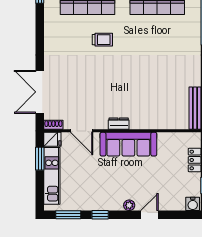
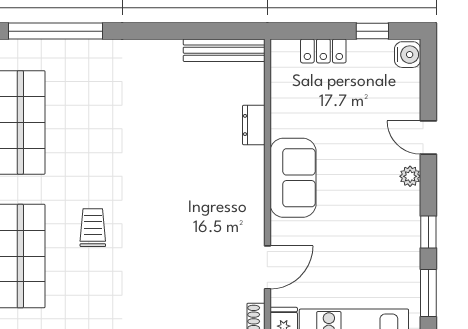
dresser: (119, 124) -> (254, 125), moved
sofa: (128, 144) -> (293, 178), width x0.73

